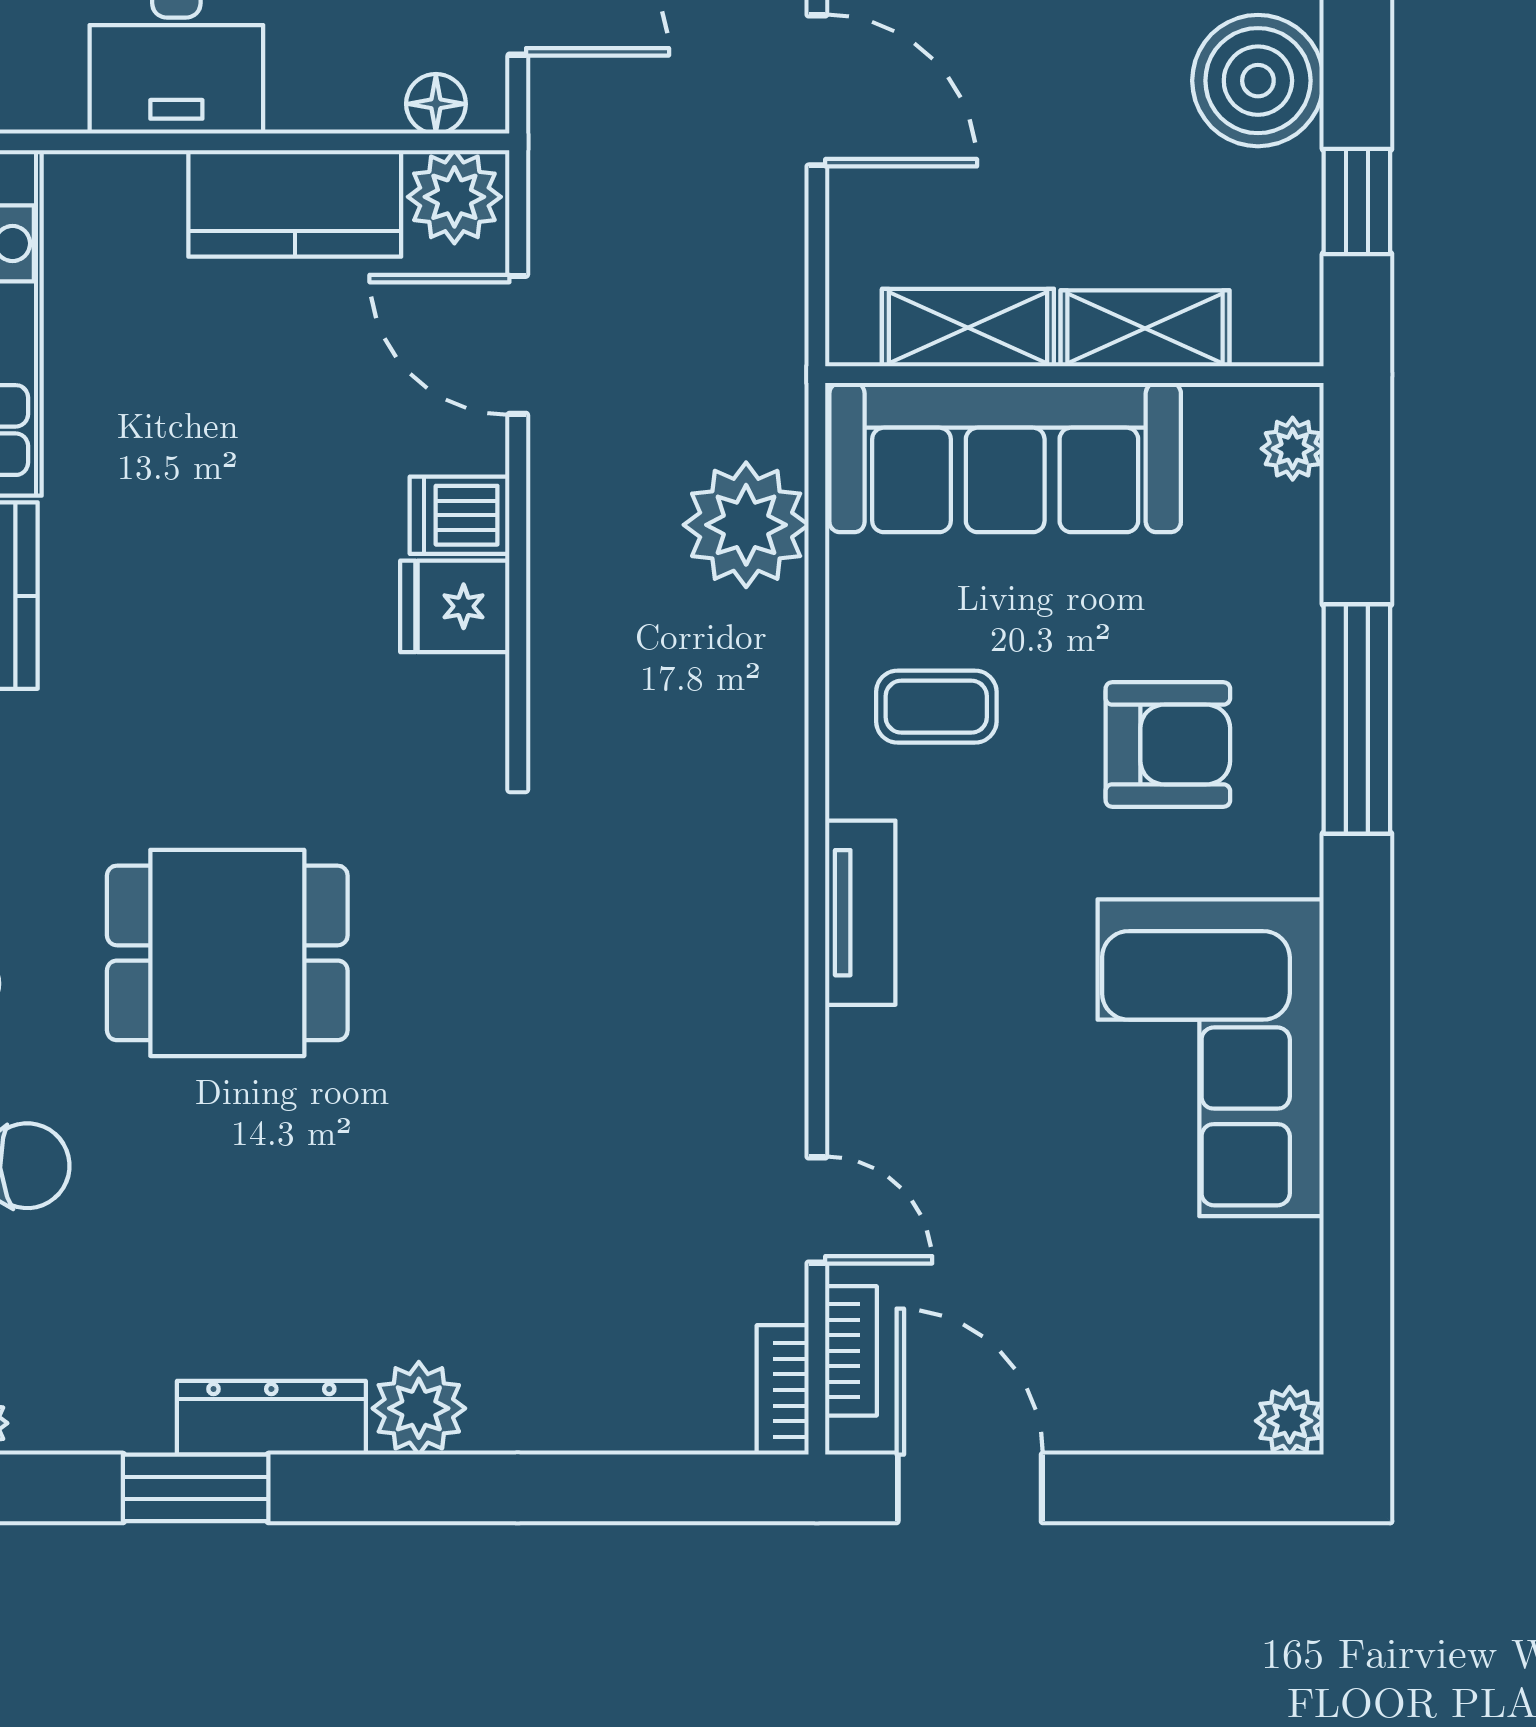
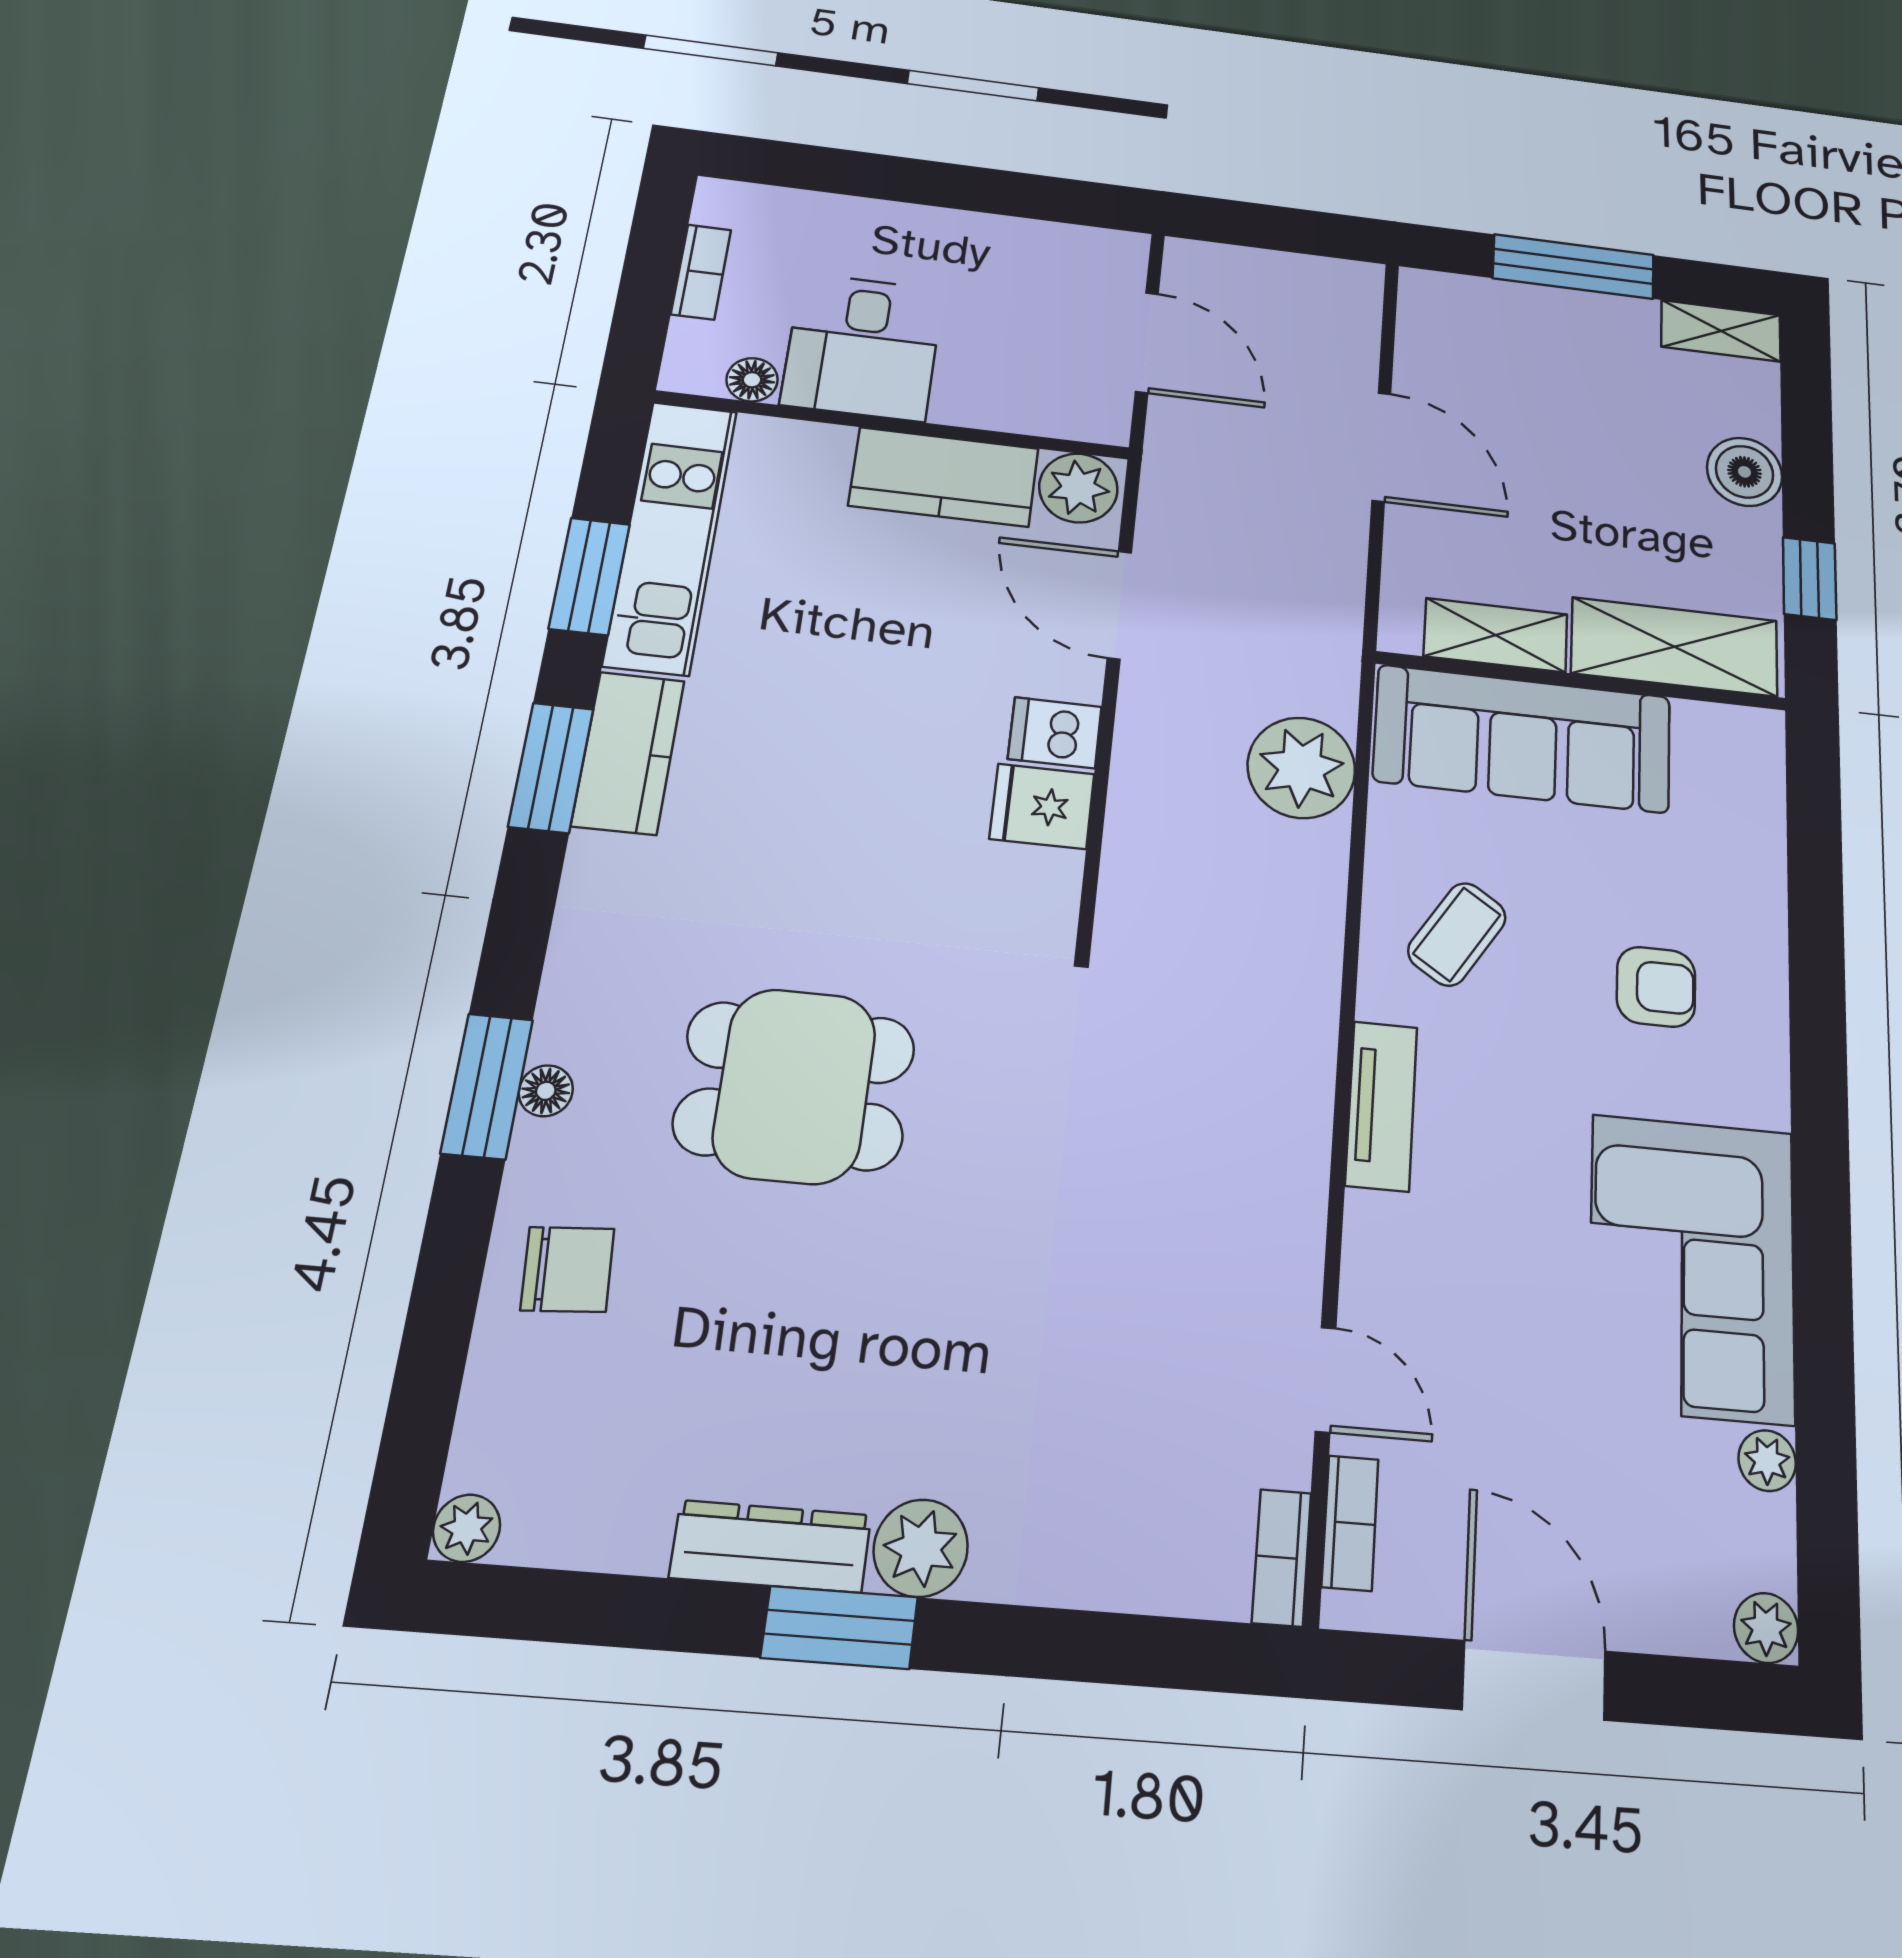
boiler: (1258, 81) -> (1745, 472), width x0.73, depth x0.73
floor lamp: (436, 104) -> (752, 380), moved
shelving: (1145, 328) -> (1675, 647), width x1.50, depth x1.33
plant: (1293, 449) -> (1767, 1461), moved
coffee table: (936, 707) -> (1457, 934), turned -57
window: (1357, 719) -> (1817, 982), removed
armchair: (1168, 745) -> (1656, 987), width x0.72, depth x0.72
window: (196, 1488) -> (840, 1627), moved
door: (970, 1488) -> (1534, 1680), moved

